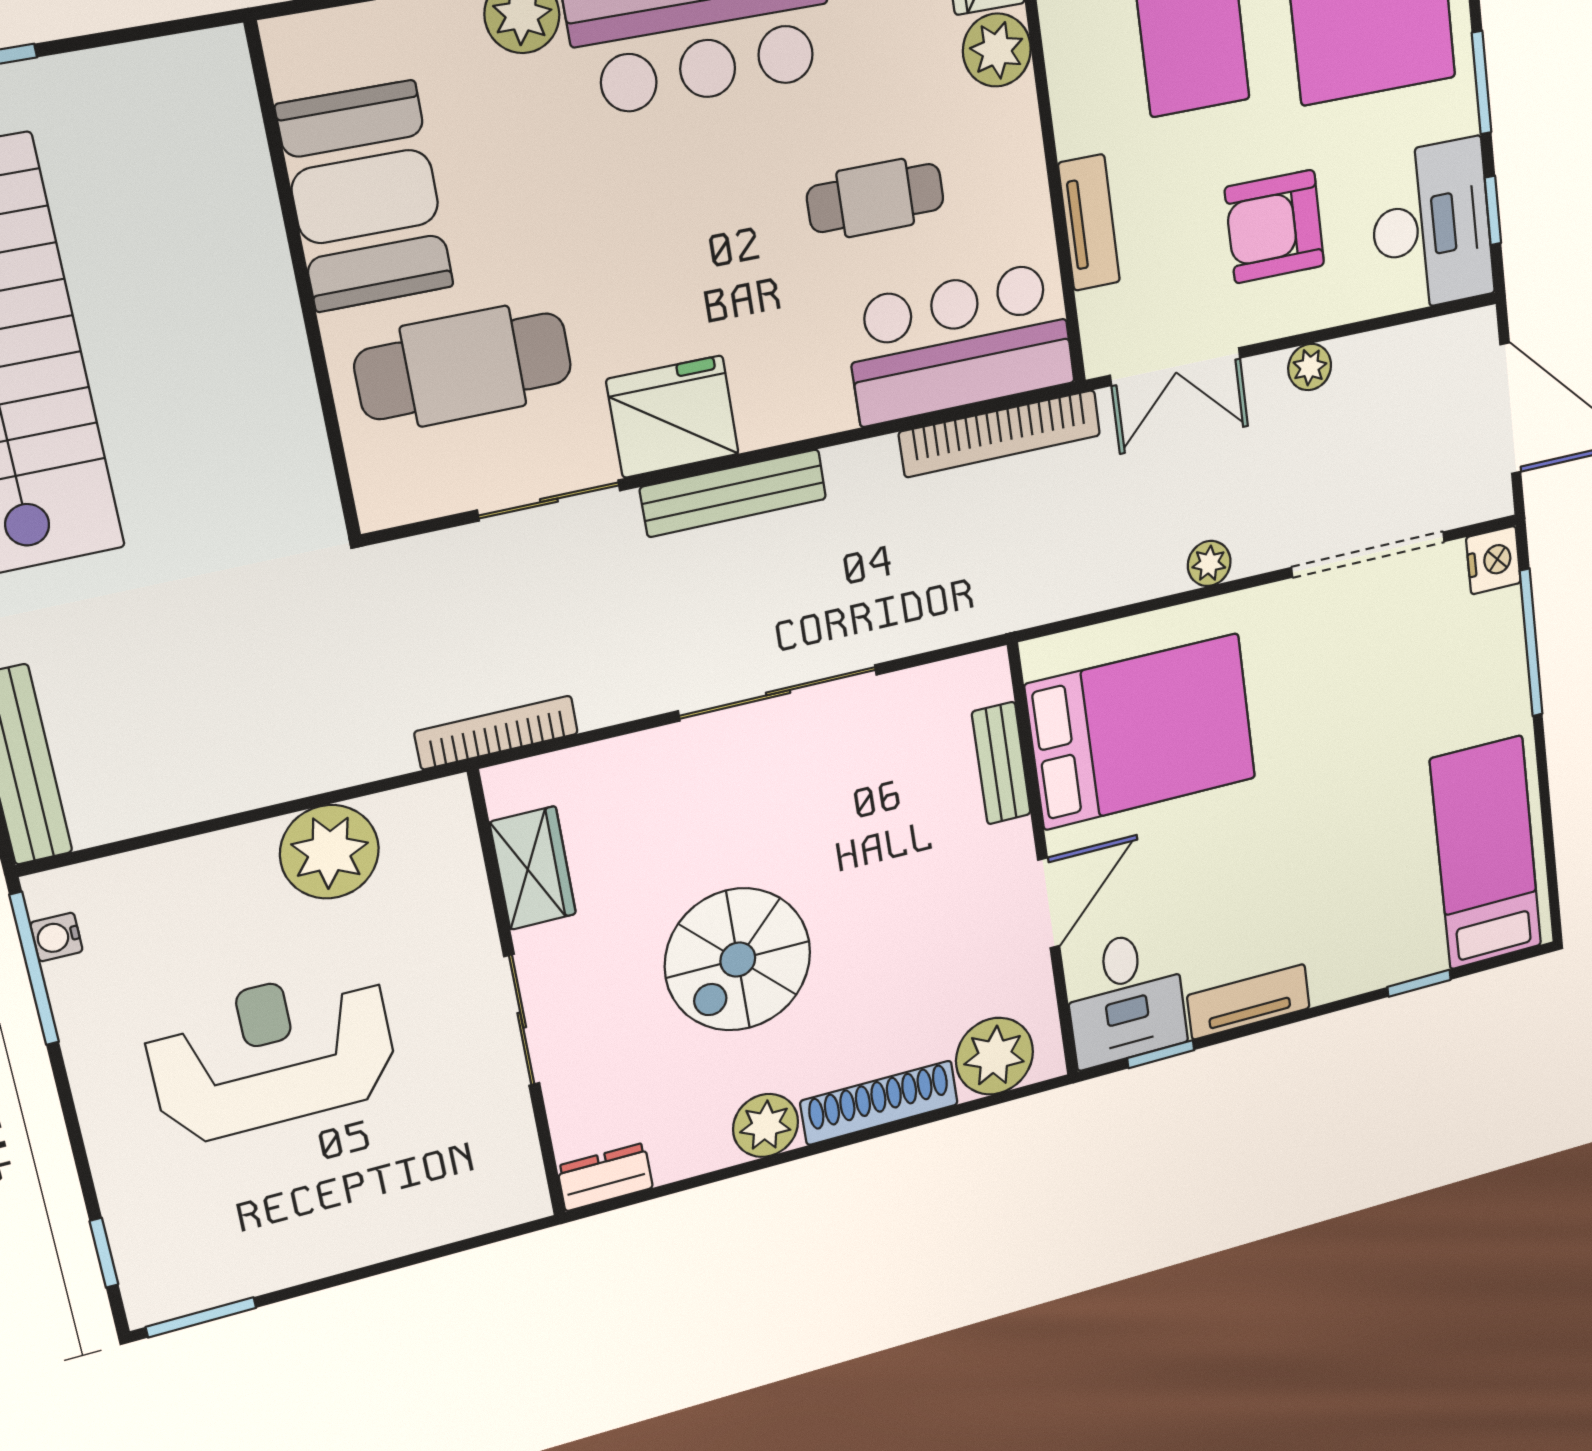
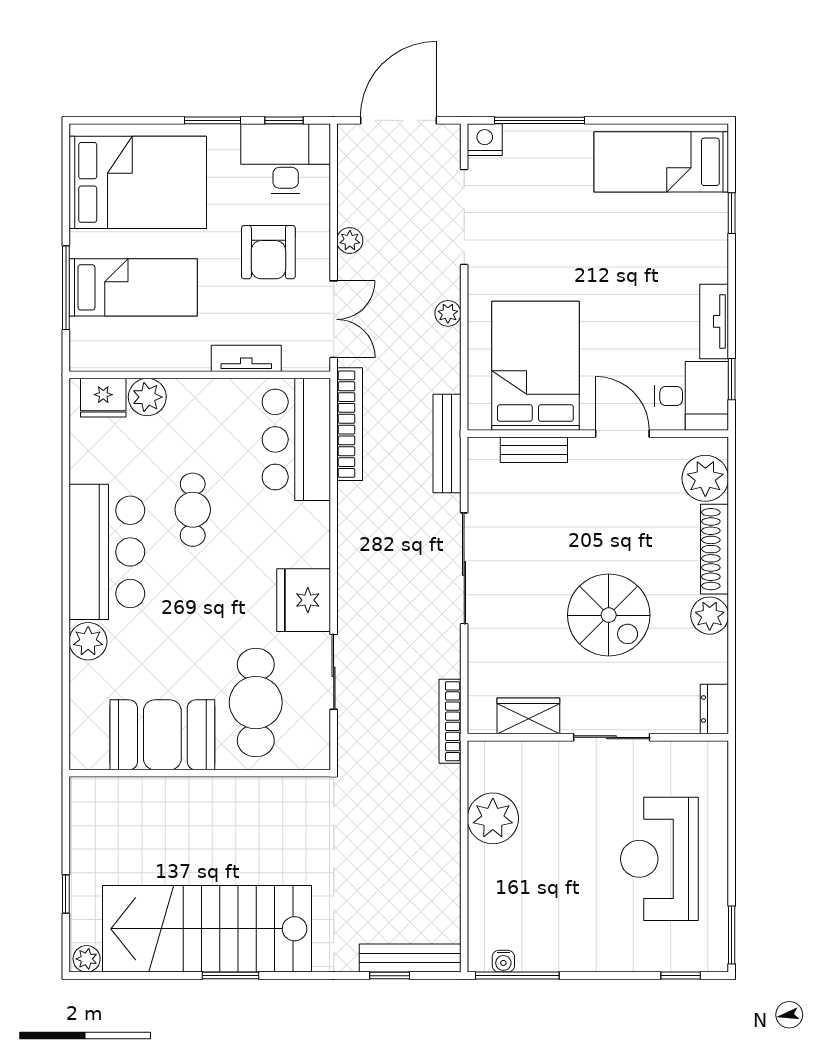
cafe table: (875, 198) -> (193, 510), moved
bench: (733, 493) -> (447, 444), moved
reception desk: (272, 1054) -> (659, 859), moved

